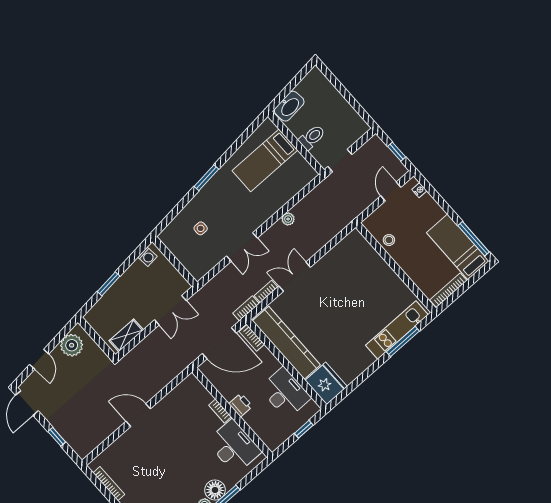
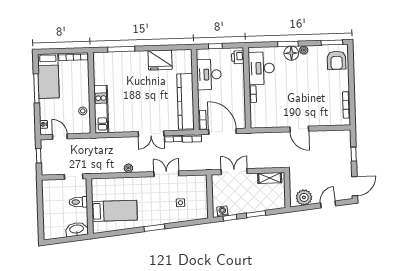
door: (391, 192) -> (60, 137), swing flipped
window: (474, 239) -> (36, 88), moved
window: (134, 257) -> (230, 218), added
kitchen unit: (397, 330) -> (101, 109), moved, turned -90
fridge: (326, 383) -> (160, 60), moved, turned -90
printer: (241, 405) -> (238, 57), moved

